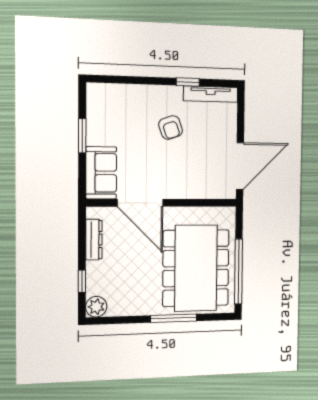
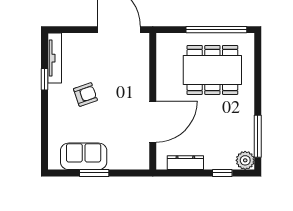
sofa: (101, 173) -> (84, 156), moved
dining table: (196, 268) -> (212, 70), width x0.73, depth x0.80
window: (174, 318) -> (258, 136), moved

